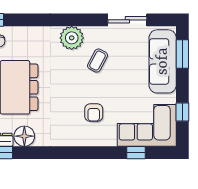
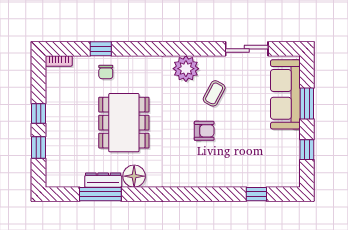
window: (182, 54) -> (307, 103), moved
armchair: (94, 113) -> (204, 131), moved, turned -90
corner sofa: (147, 125) -> (268, 164), removed

